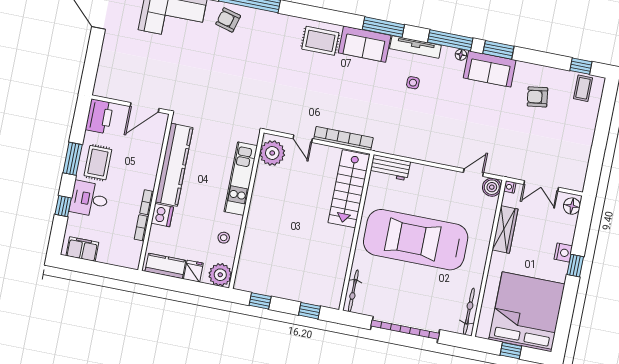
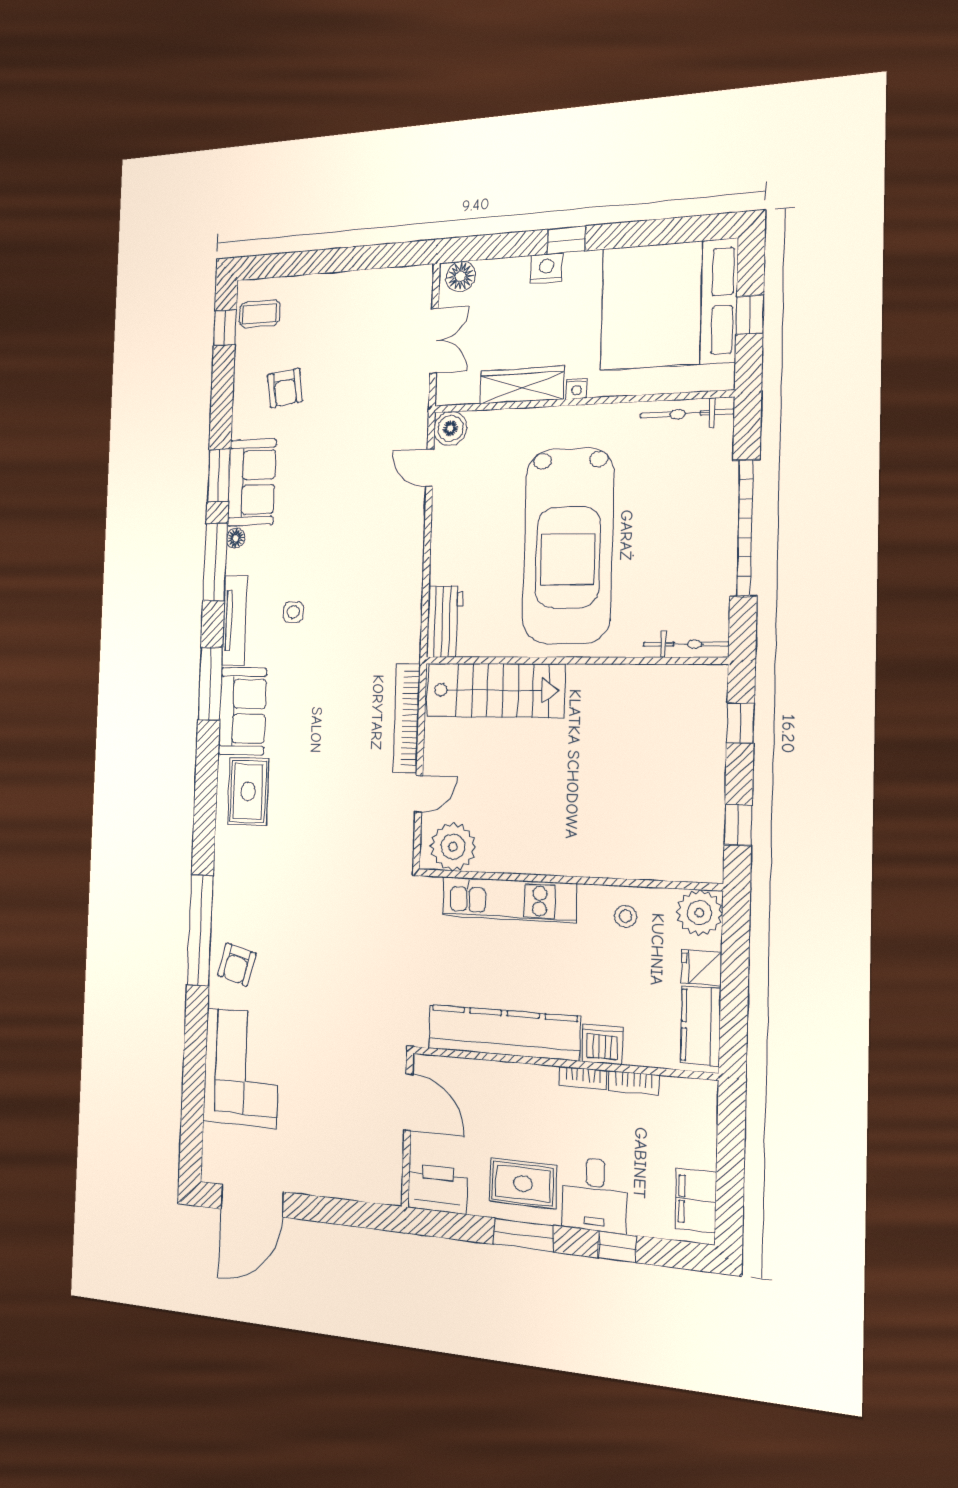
nightstand: (510, 187) -> (576, 389), moved

